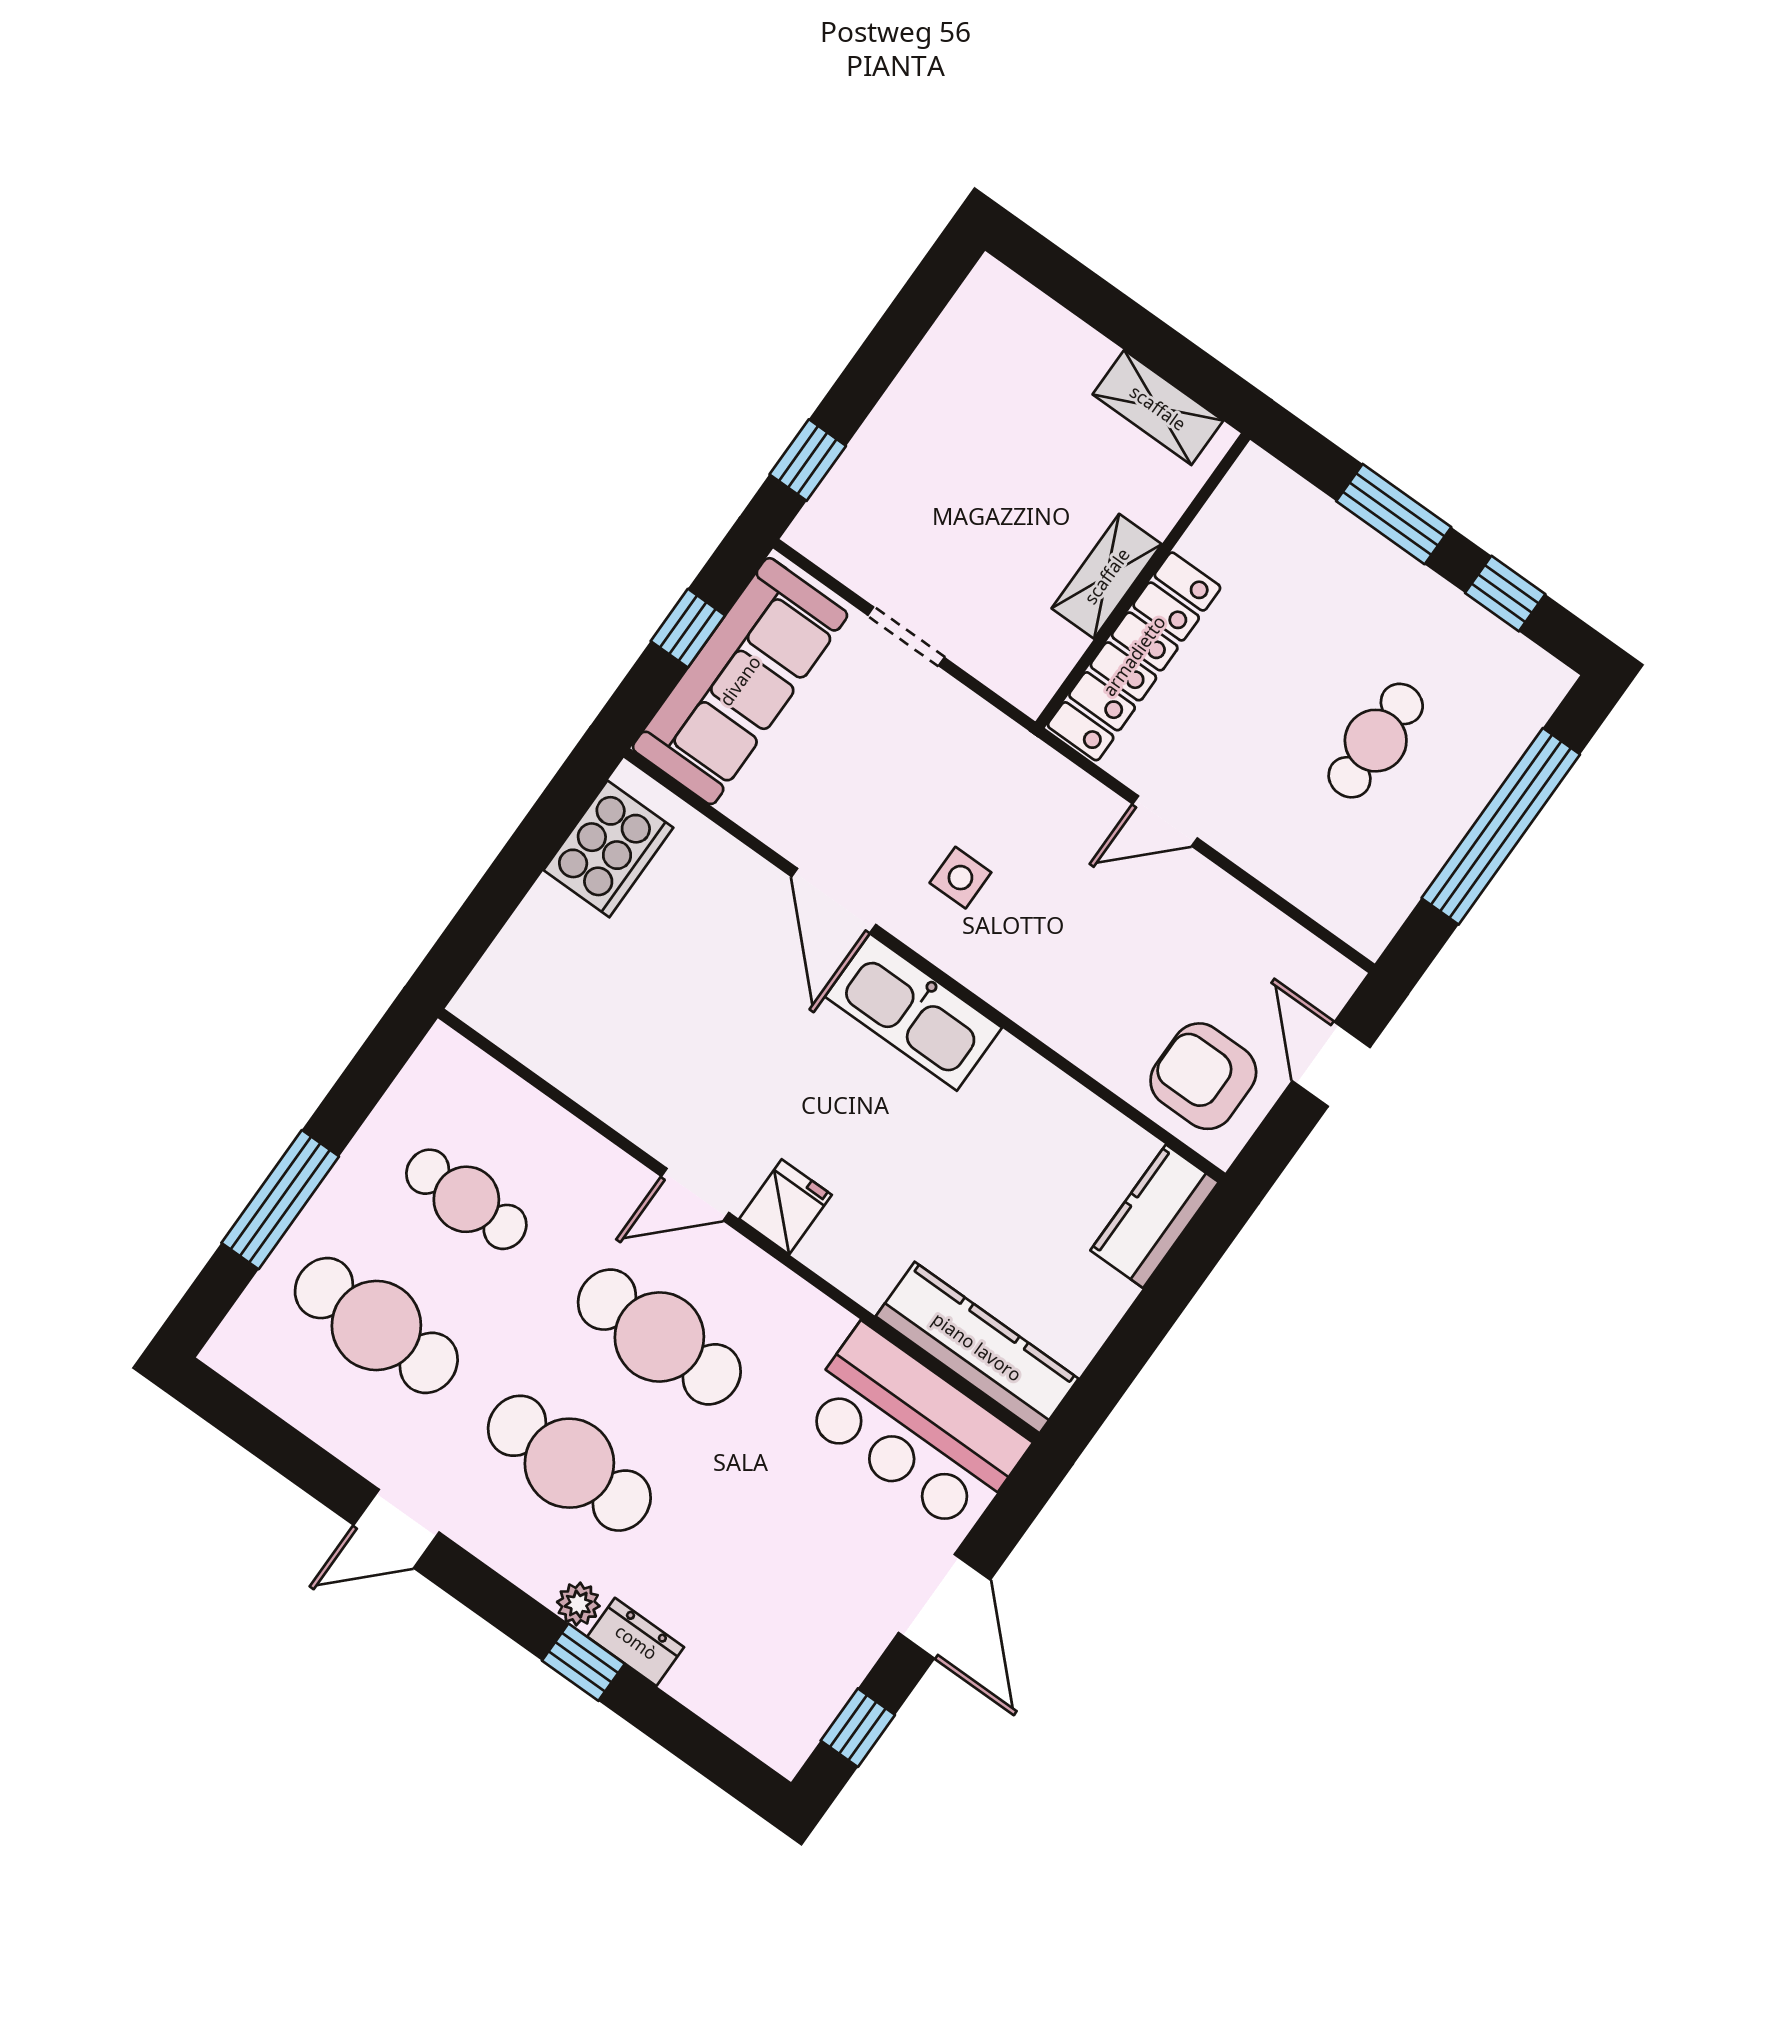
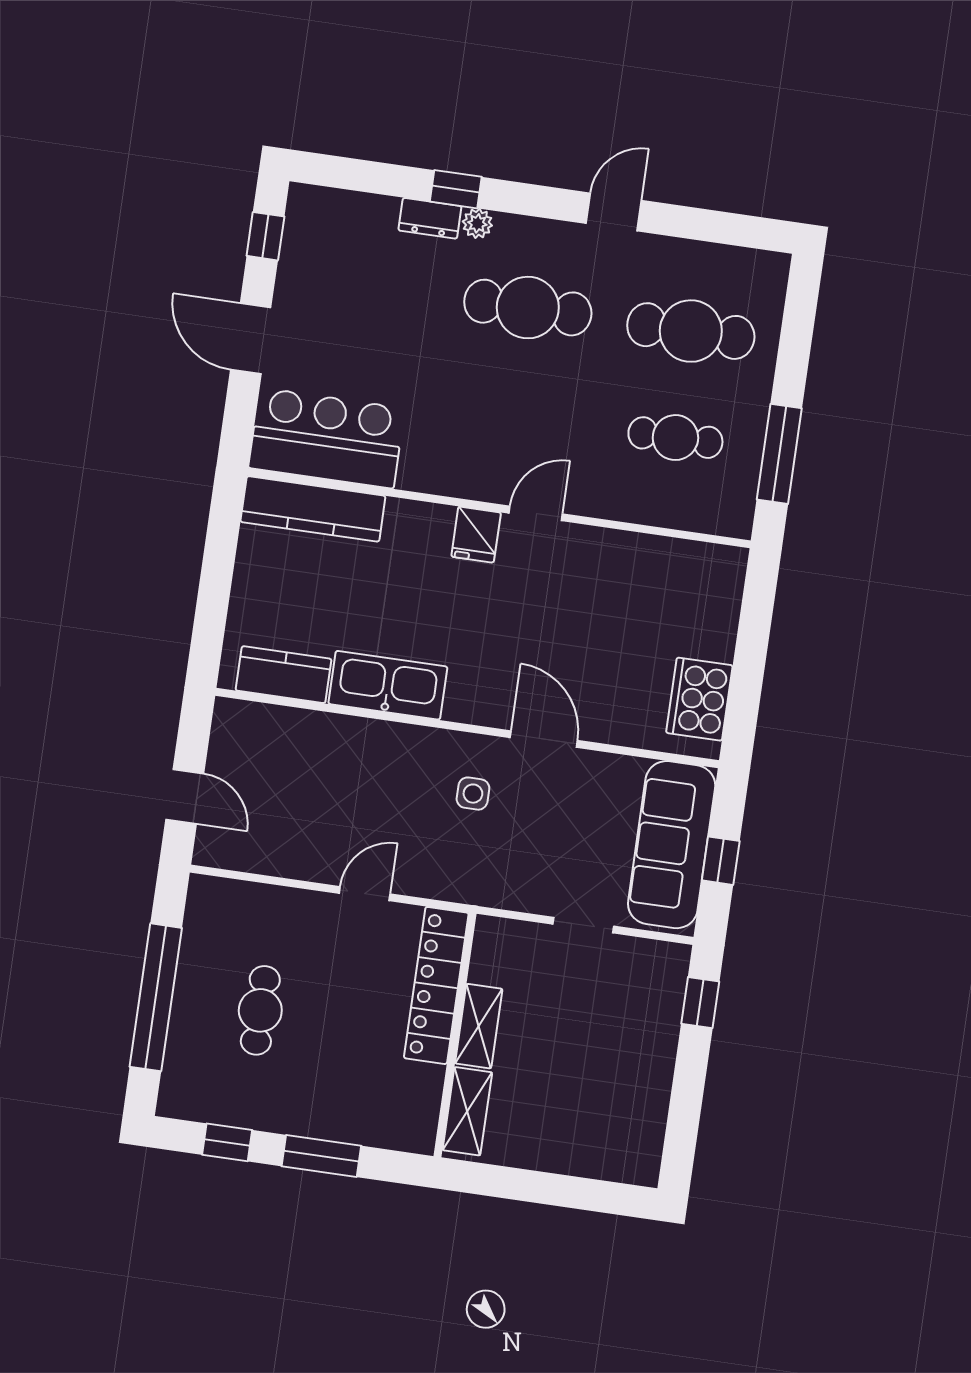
shelving: (1158, 408) -> (467, 1111), moved, turned 90
kitchen sink: (913, 1012) -> (388, 685), moved
armchair: (1203, 1076) -> (260, 748), removed
window: (280, 1200) -> (779, 454), moved
kitchen counter: (1155, 1216) -> (284, 675), moved, turned -90
cafe table: (659, 1337) -> (512, 414), removed

